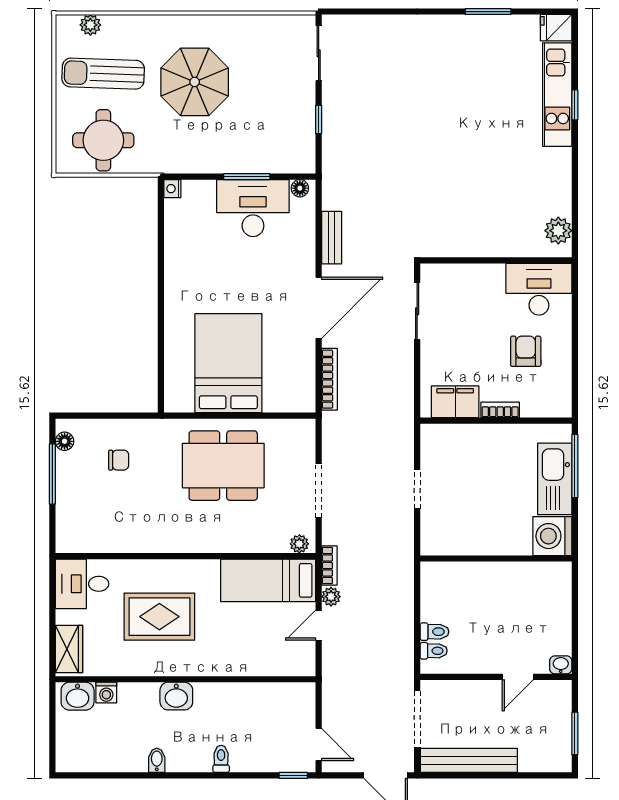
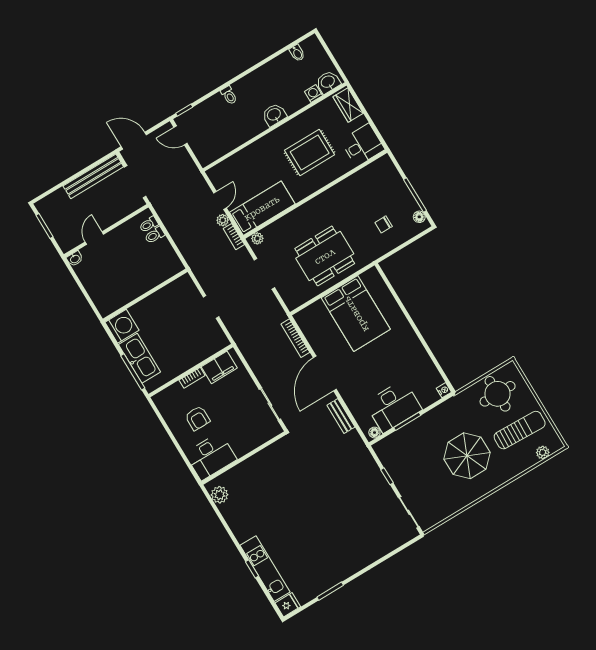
bidet: (157, 760) -> (297, 53), moved

